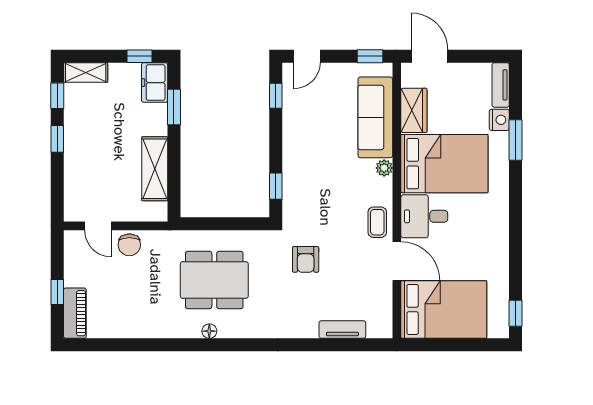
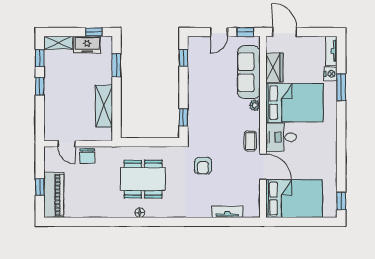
door: (307, 56) -> (219, 32), moved
freezer: (155, 83) -> (87, 45), moved, turned -90
piano: (75, 313) -> (54, 195), width x1.37, depth x1.33

